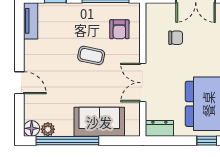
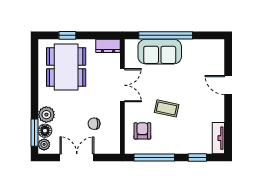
floor lamp: (32, 128) -> (218, 46), removed
plant: (48, 129) -> (204, 45), removed
window: (67, 141) -> (166, 35), moved

